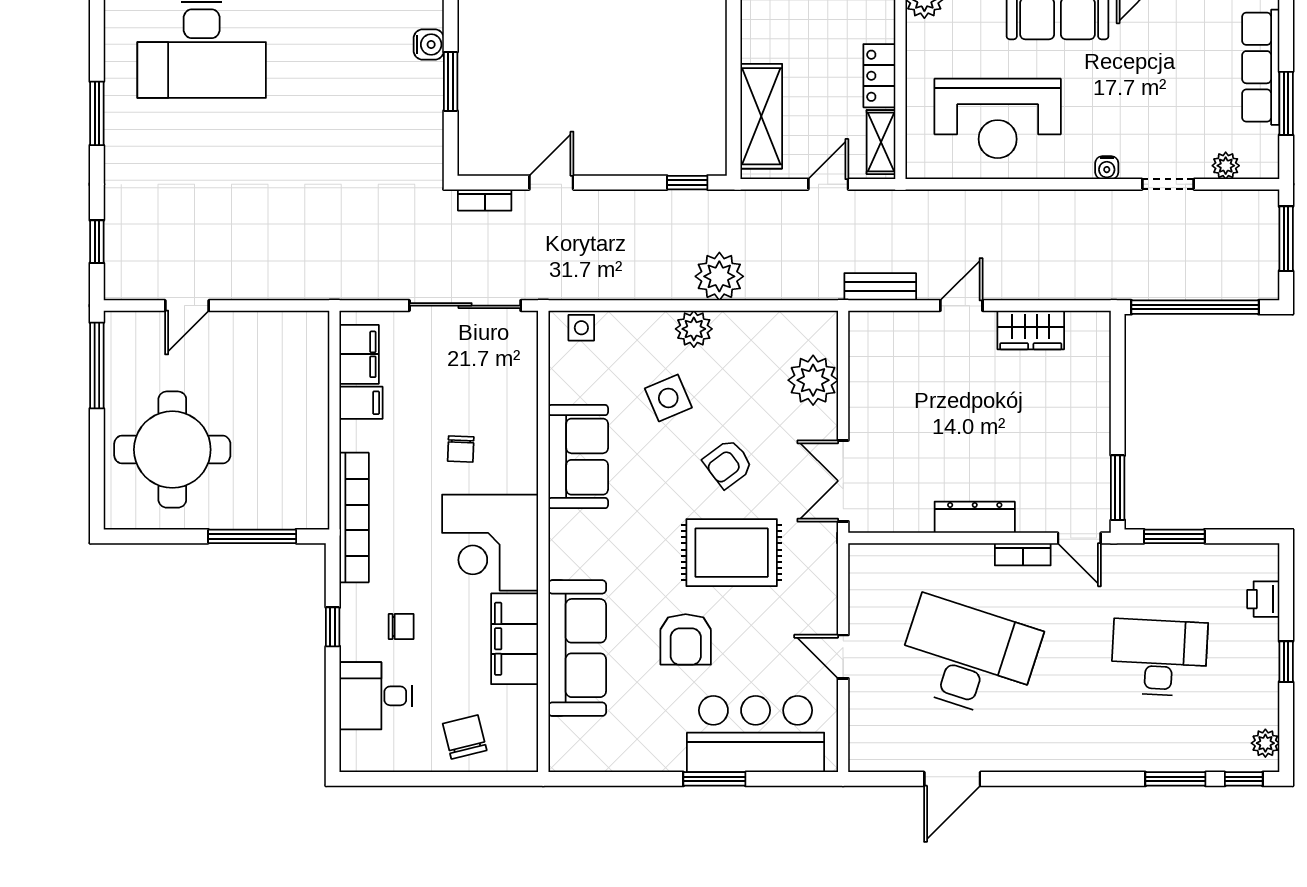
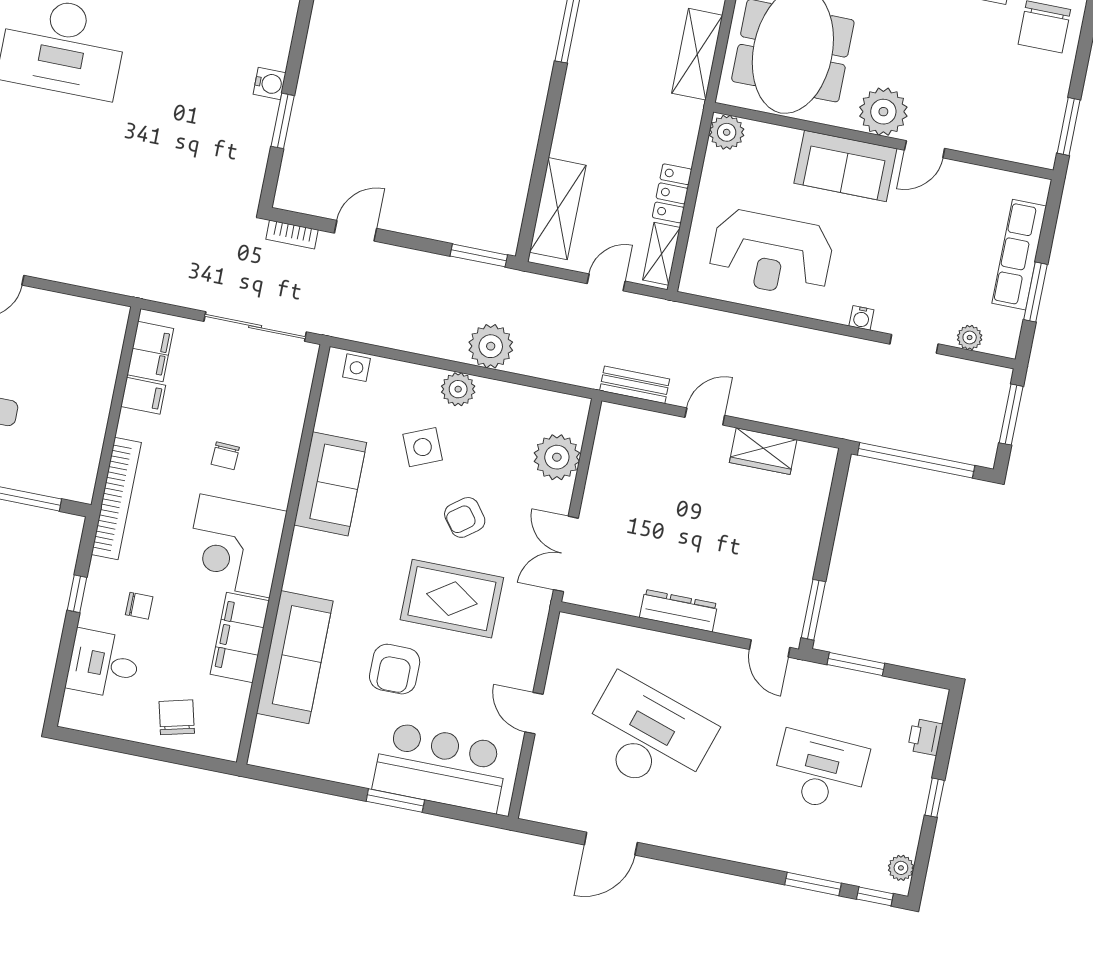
window: (687, 183) -> (479, 255), width x1.50
bookcase: (1023, 554) -> (715, 653), removed

